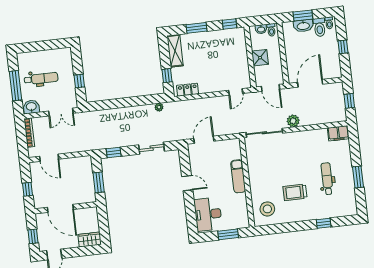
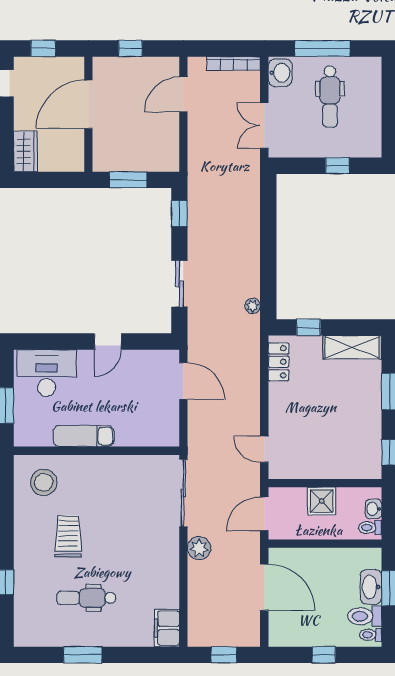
window: (79, 81) -> (337, 166), moved
exam couch: (238, 176) -> (83, 436), moved
dental chair: (327, 179) -> (86, 598), turned 180

